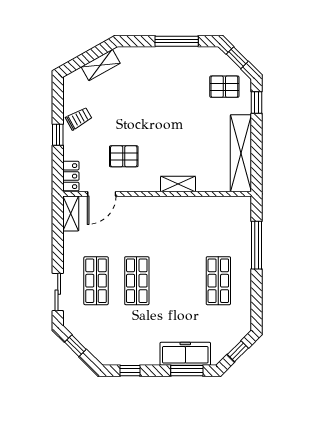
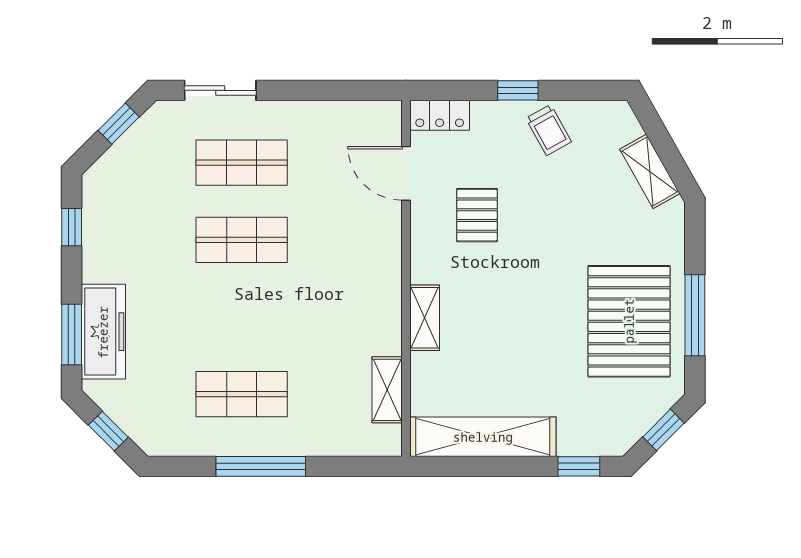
pallet: (224, 87) -> (629, 321), moved, width x2.05, depth x2.00
shelving: (71, 213) -> (387, 390), moved, turned 90
window: (257, 245) -> (261, 466), moved

